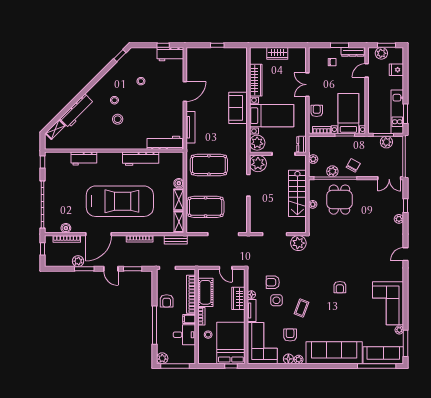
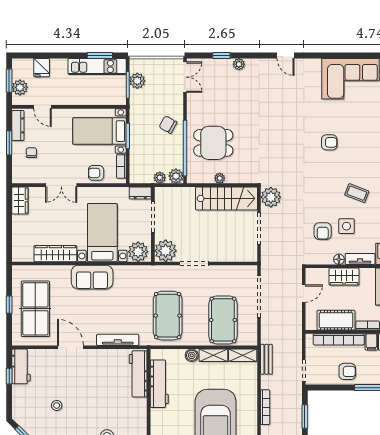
wardrobe: (277, 53) -> (20, 200), moved
table tennis table: (214, 65) -> (35, 309), added
workbench: (141, 159) -> (159, 384), moved
plant: (332, 171) -> (176, 176), moved
stairs: (297, 193) -> (227, 198), moved

